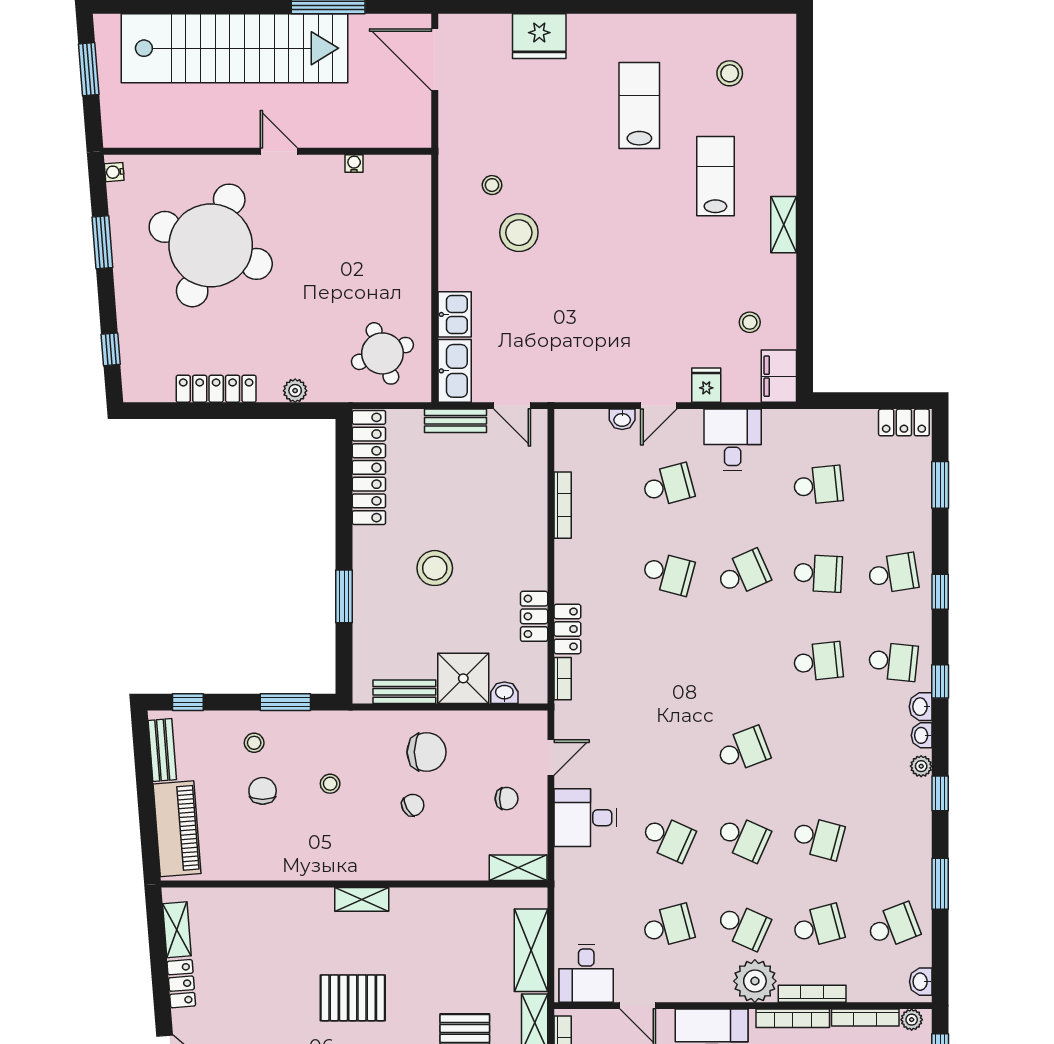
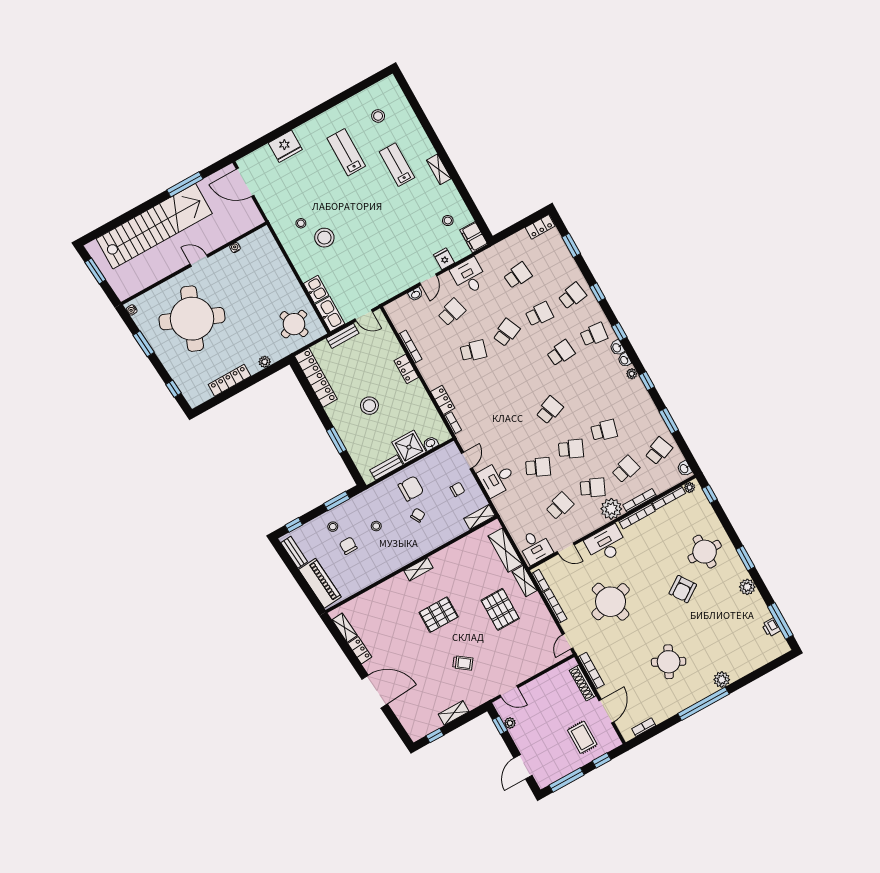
locker: (534, 616) -> (406, 369), moved

